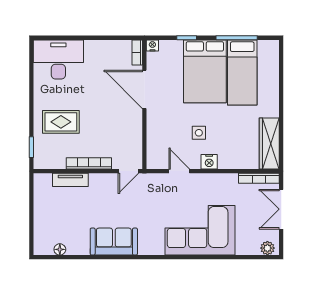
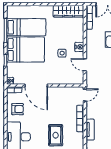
armchair: (105, 58) -> (18, 109), added
door: (144, 89) -> (36, 86), hinge flipped
door: (128, 171) -> (85, 95), hinge flipped
door: (179, 171) -> (85, 65), hinge flipped

